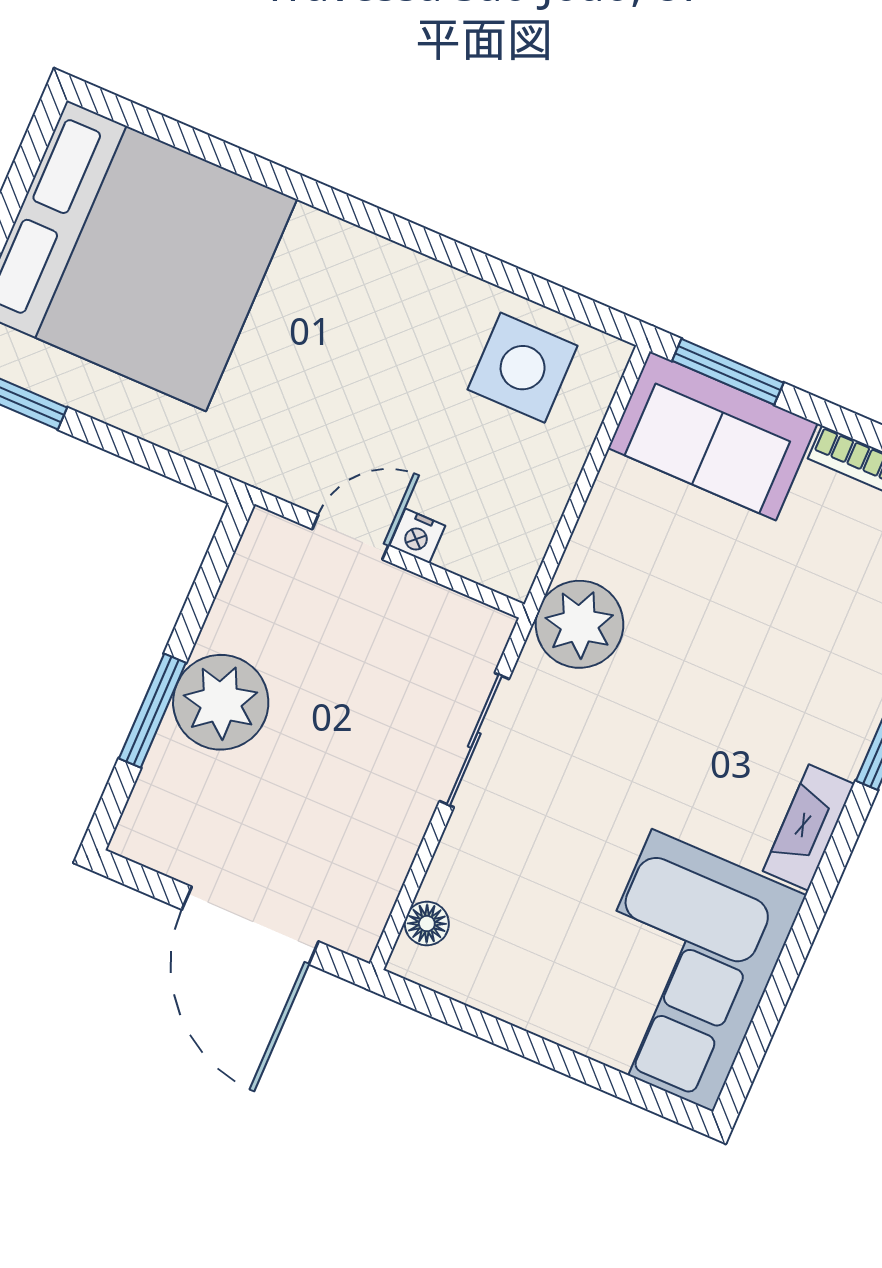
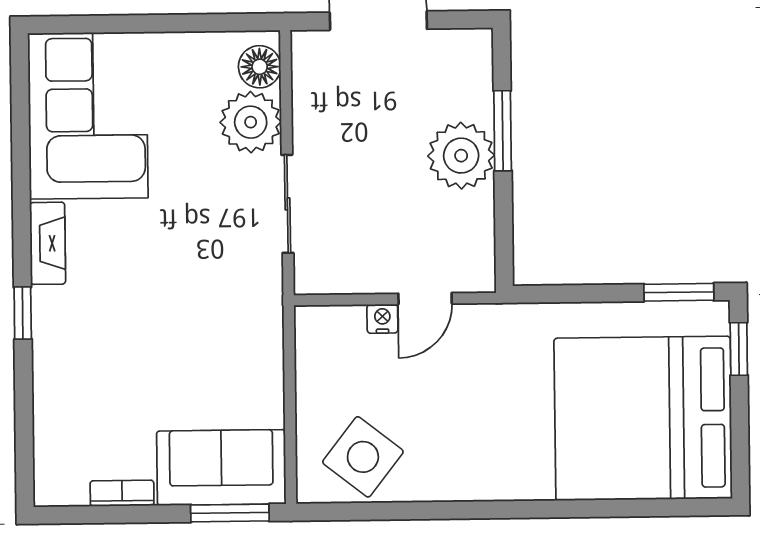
side table: (523, 368) -> (363, 457), turned 38
plant: (579, 624) -> (251, 122), moved
floor lamp: (427, 924) -> (260, 67), width x1.37, depth x1.37

